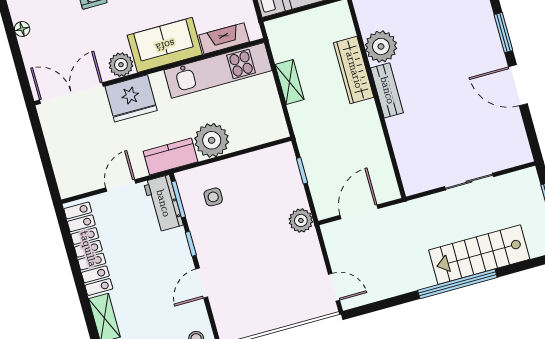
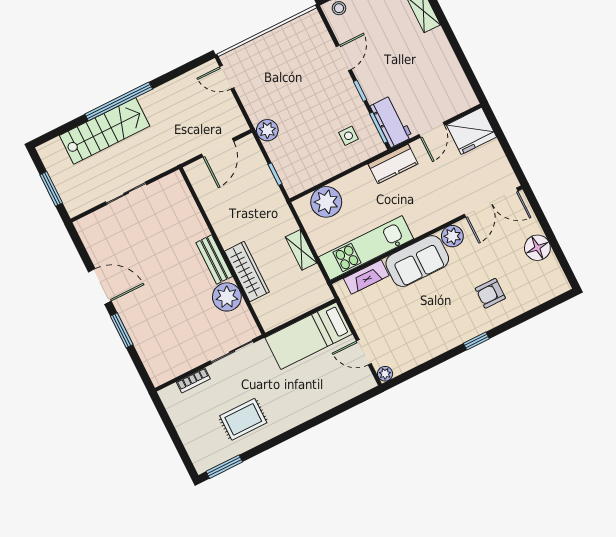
floor lamp: (22, 29) -> (537, 248), width x1.89, depth x1.89
fridge: (131, 98) -> (471, 131), moved, turned 180
plant: (212, 140) -> (326, 202), moved
locker: (88, 249) -> (449, 69), removed

